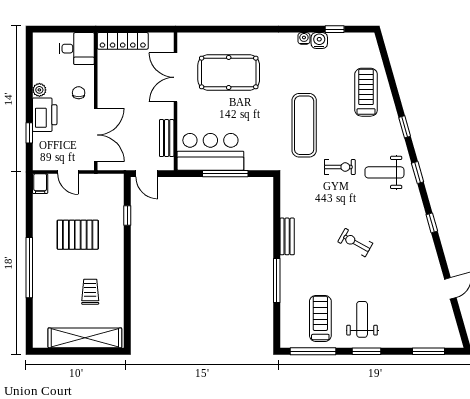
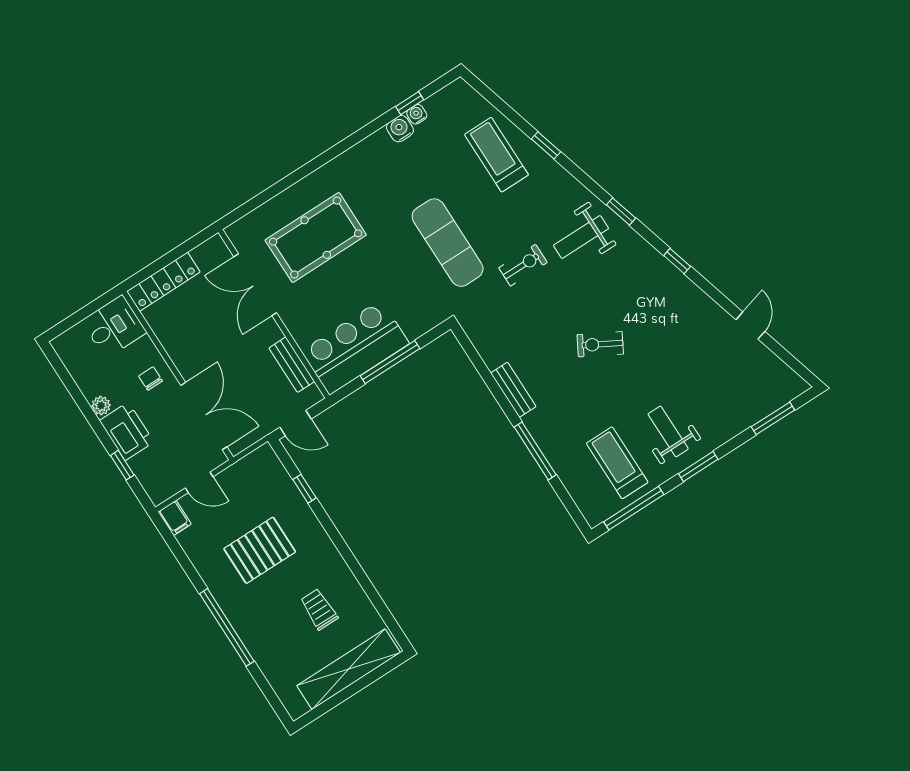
water cooler: (304, 38) -> (417, 114), moved
window: (405, 127) -> (546, 145), moved

